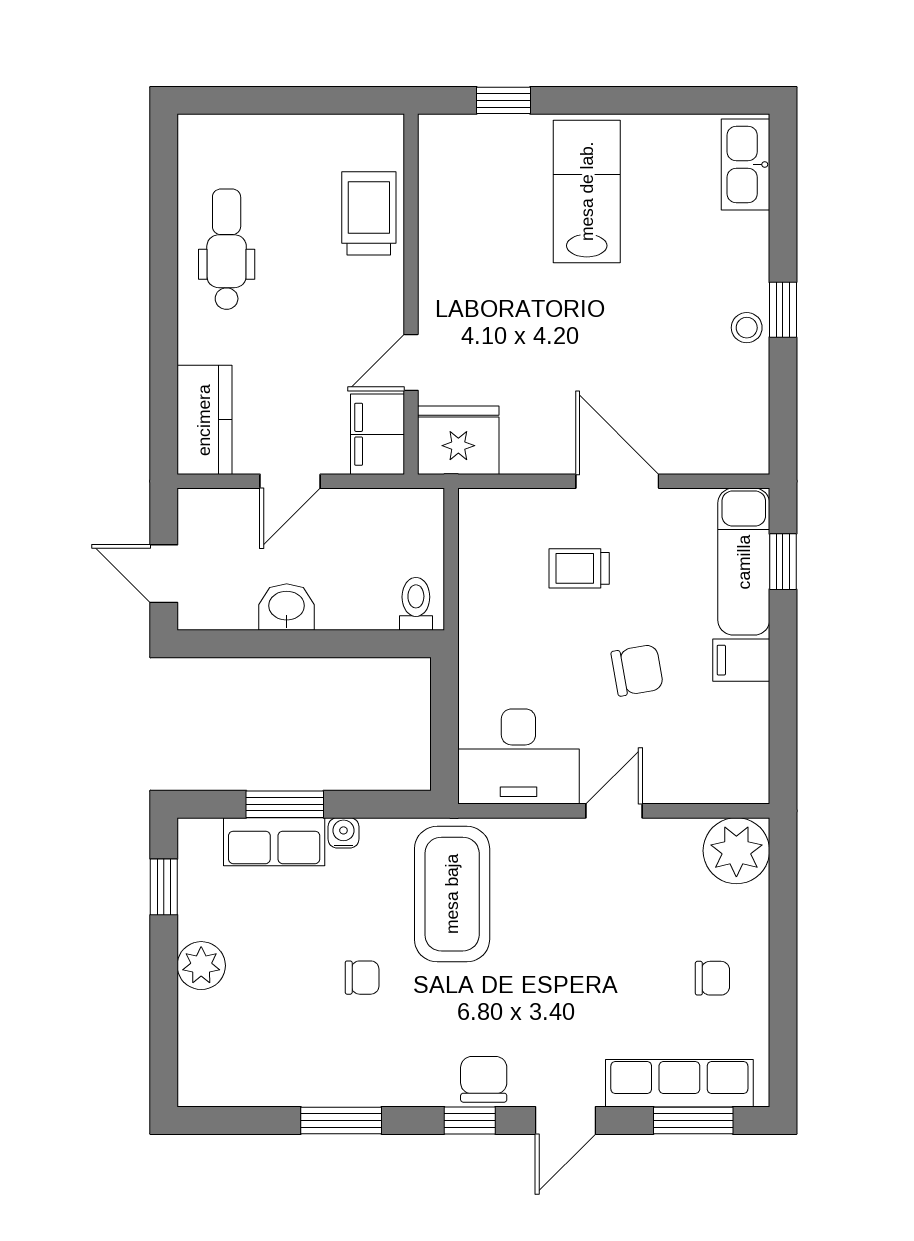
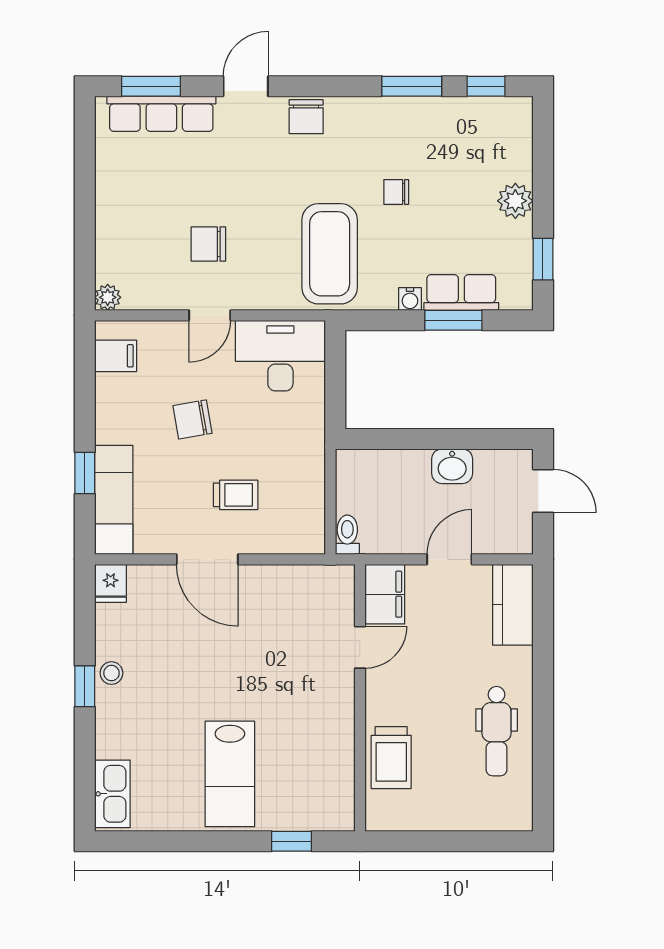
fridge: (458, 440) -> (111, 583), moved, width x0.53, depth x0.75
window: (783, 562) -> (85, 473), moved
toilet: (416, 604) -> (347, 535), moved, turned 180
filing cabinet: (741, 660) -> (116, 356), moved
plant: (736, 851) -> (108, 297), width x0.53, depth x0.53
chair: (712, 978) -> (208, 244), moved, width x1.37, depth x1.37
window: (470, 1120) -> (486, 86), moved

